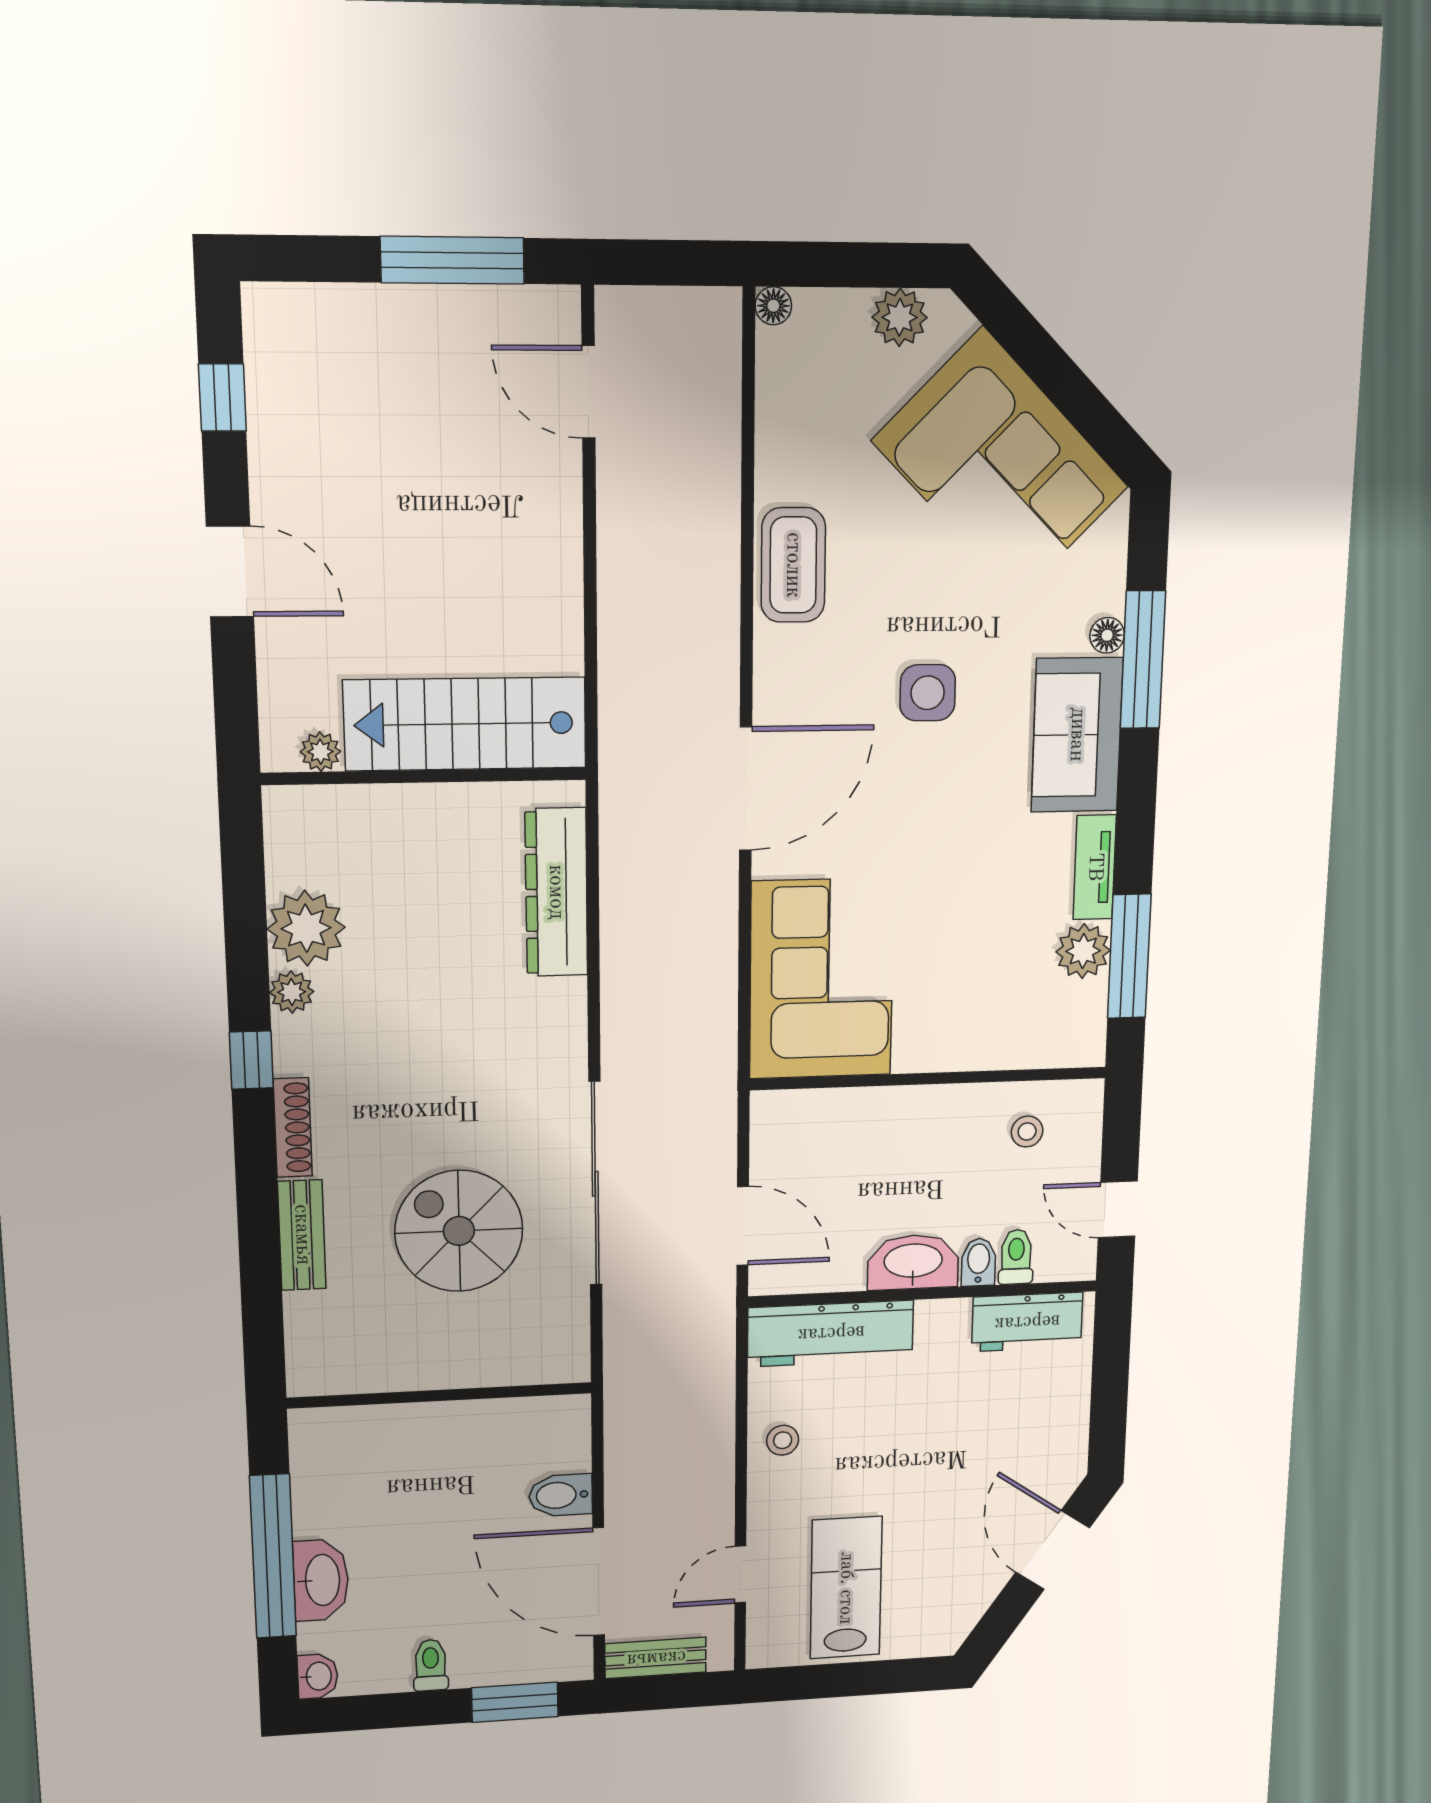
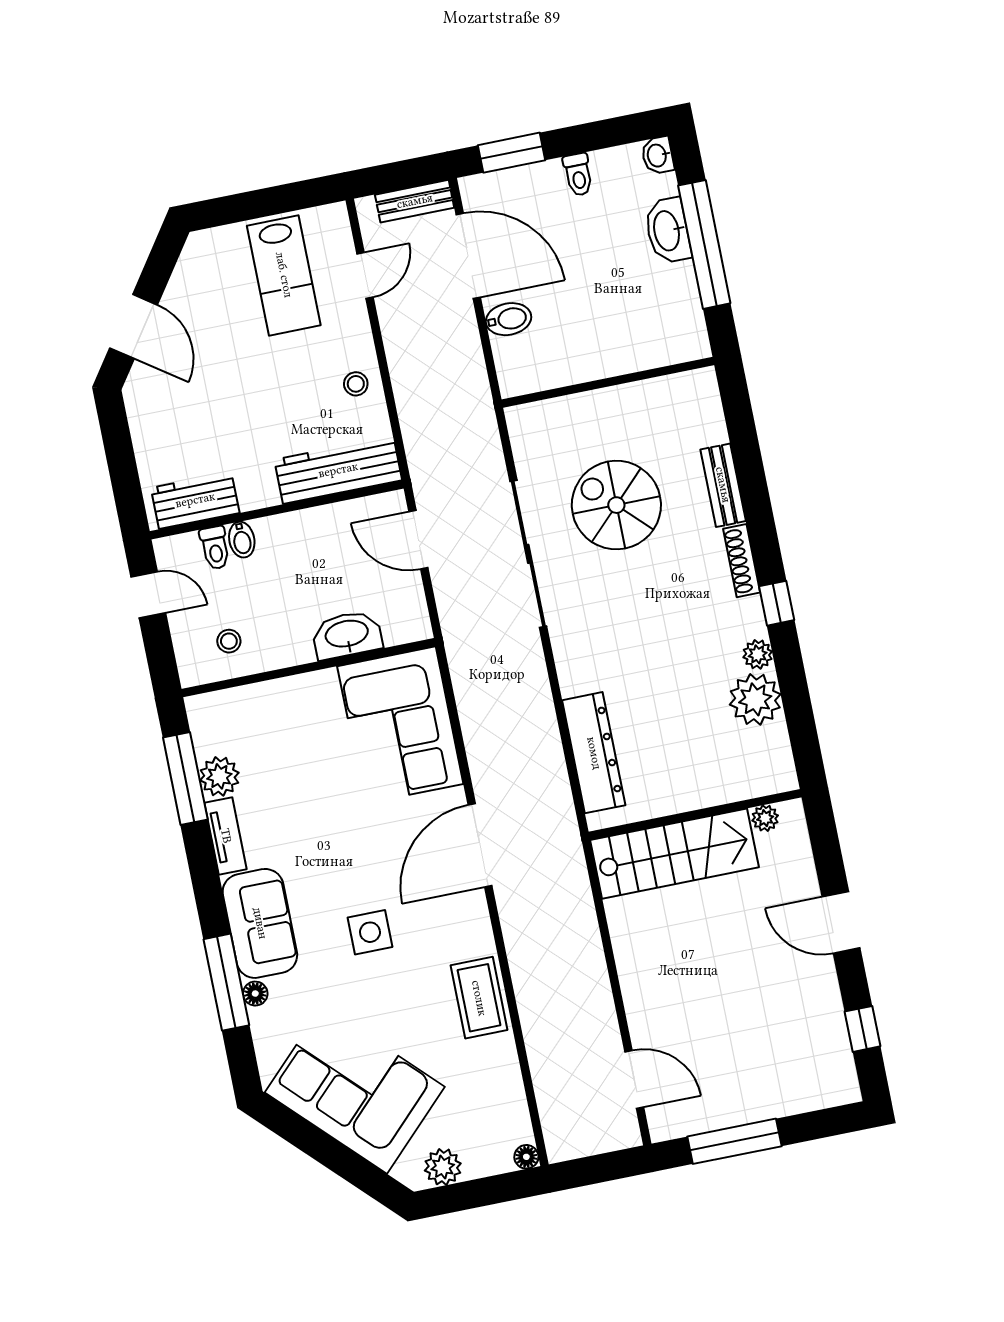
spiral stairs: (459, 1231) -> (616, 505), turned 180
washbasin: (913, 1262) -> (347, 635), moved, turned 180

